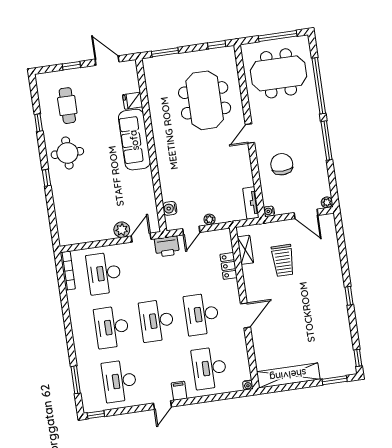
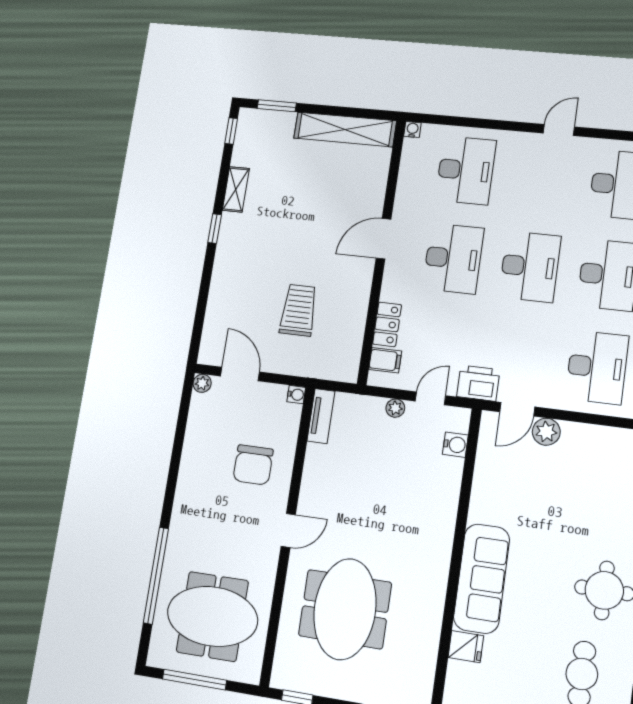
window: (327, 140) -> (172, 483), removed
shelving: (245, 250) -> (236, 189), moved
filing cabinet: (179, 391) -> (385, 360), moved, turned -90

